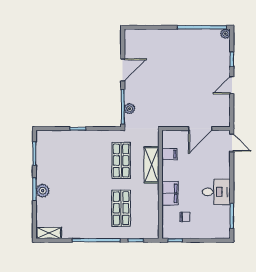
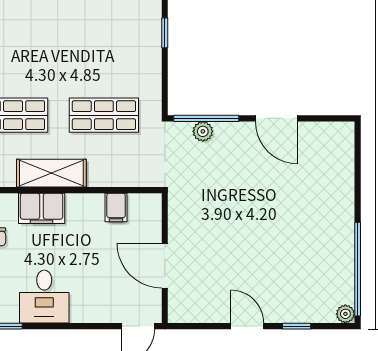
shelving: (152, 165) -> (51, 173), moved

